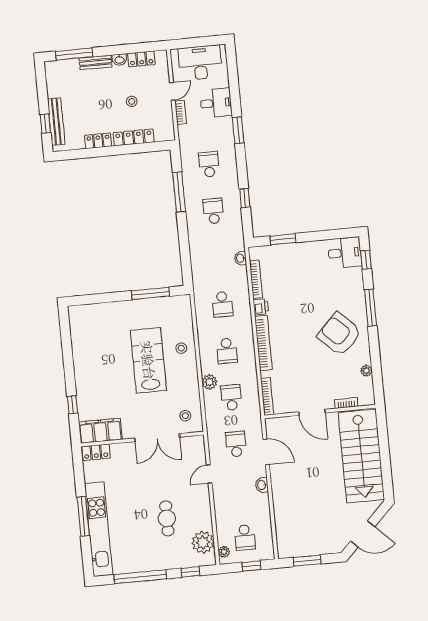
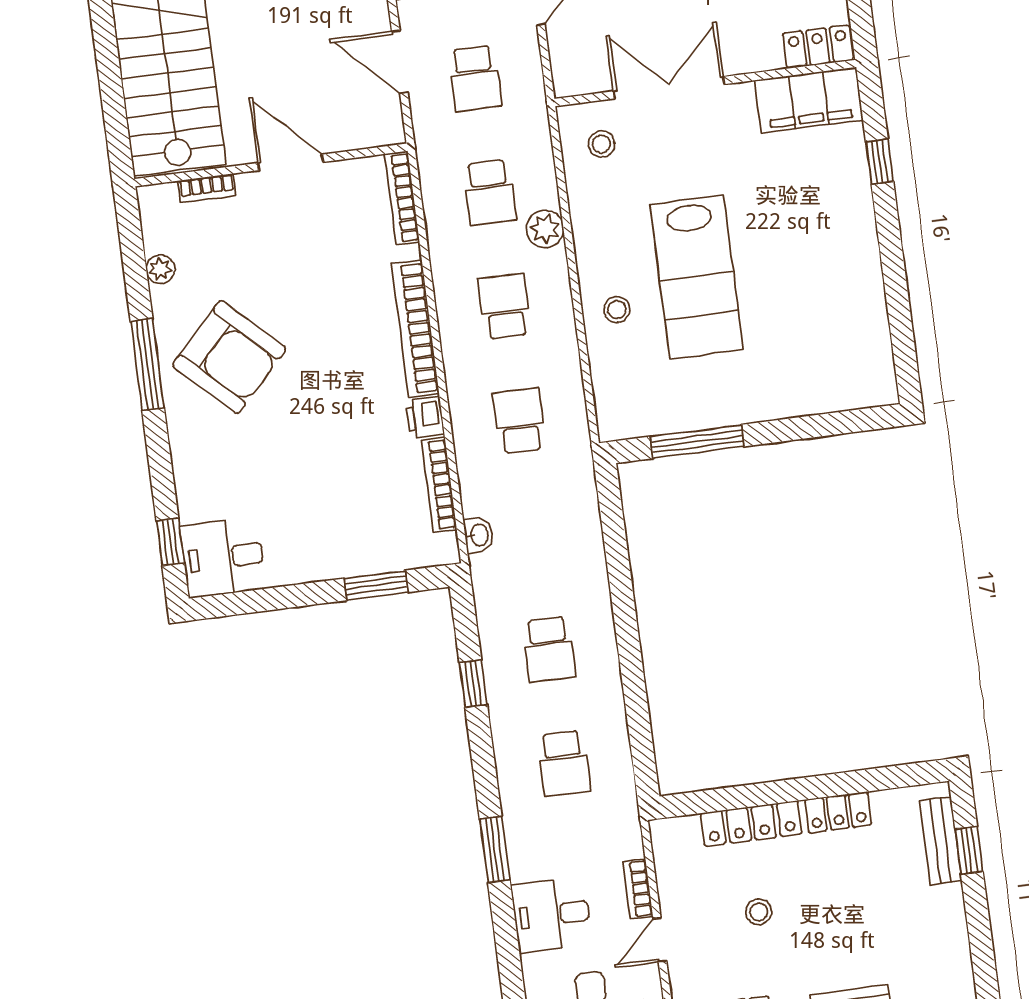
bench: (56, 122) -> (941, 841), width x0.73
window: (179, 192) -> (635, 693), removed
window: (371, 308) -> (147, 365), moved

